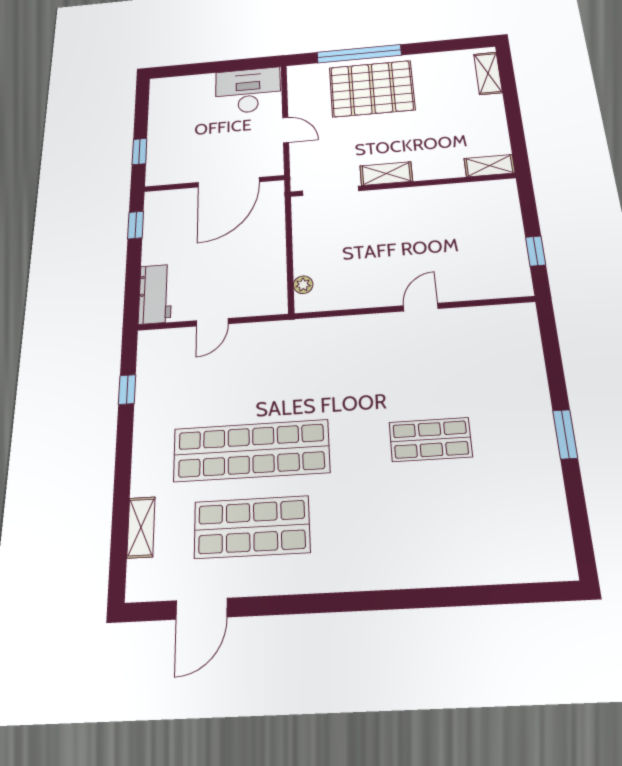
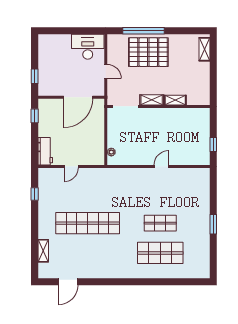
shelving: (489, 166) -> (175, 100), moved
shop shelf: (252, 527) -> (160, 253), moved

